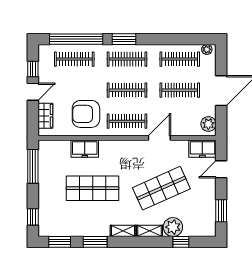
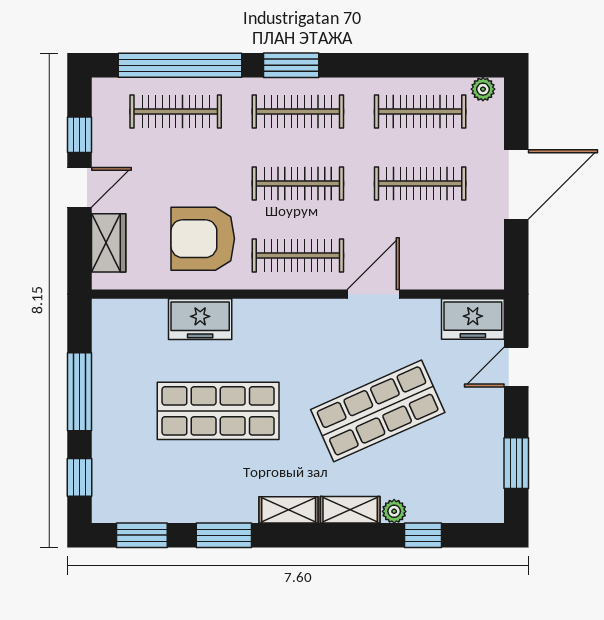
plant: (208, 124) -> (487, 262), removed
window: (33, 166) -> (80, 392), moved
plant: (173, 227) -> (394, 511), width x0.53, depth x0.53

